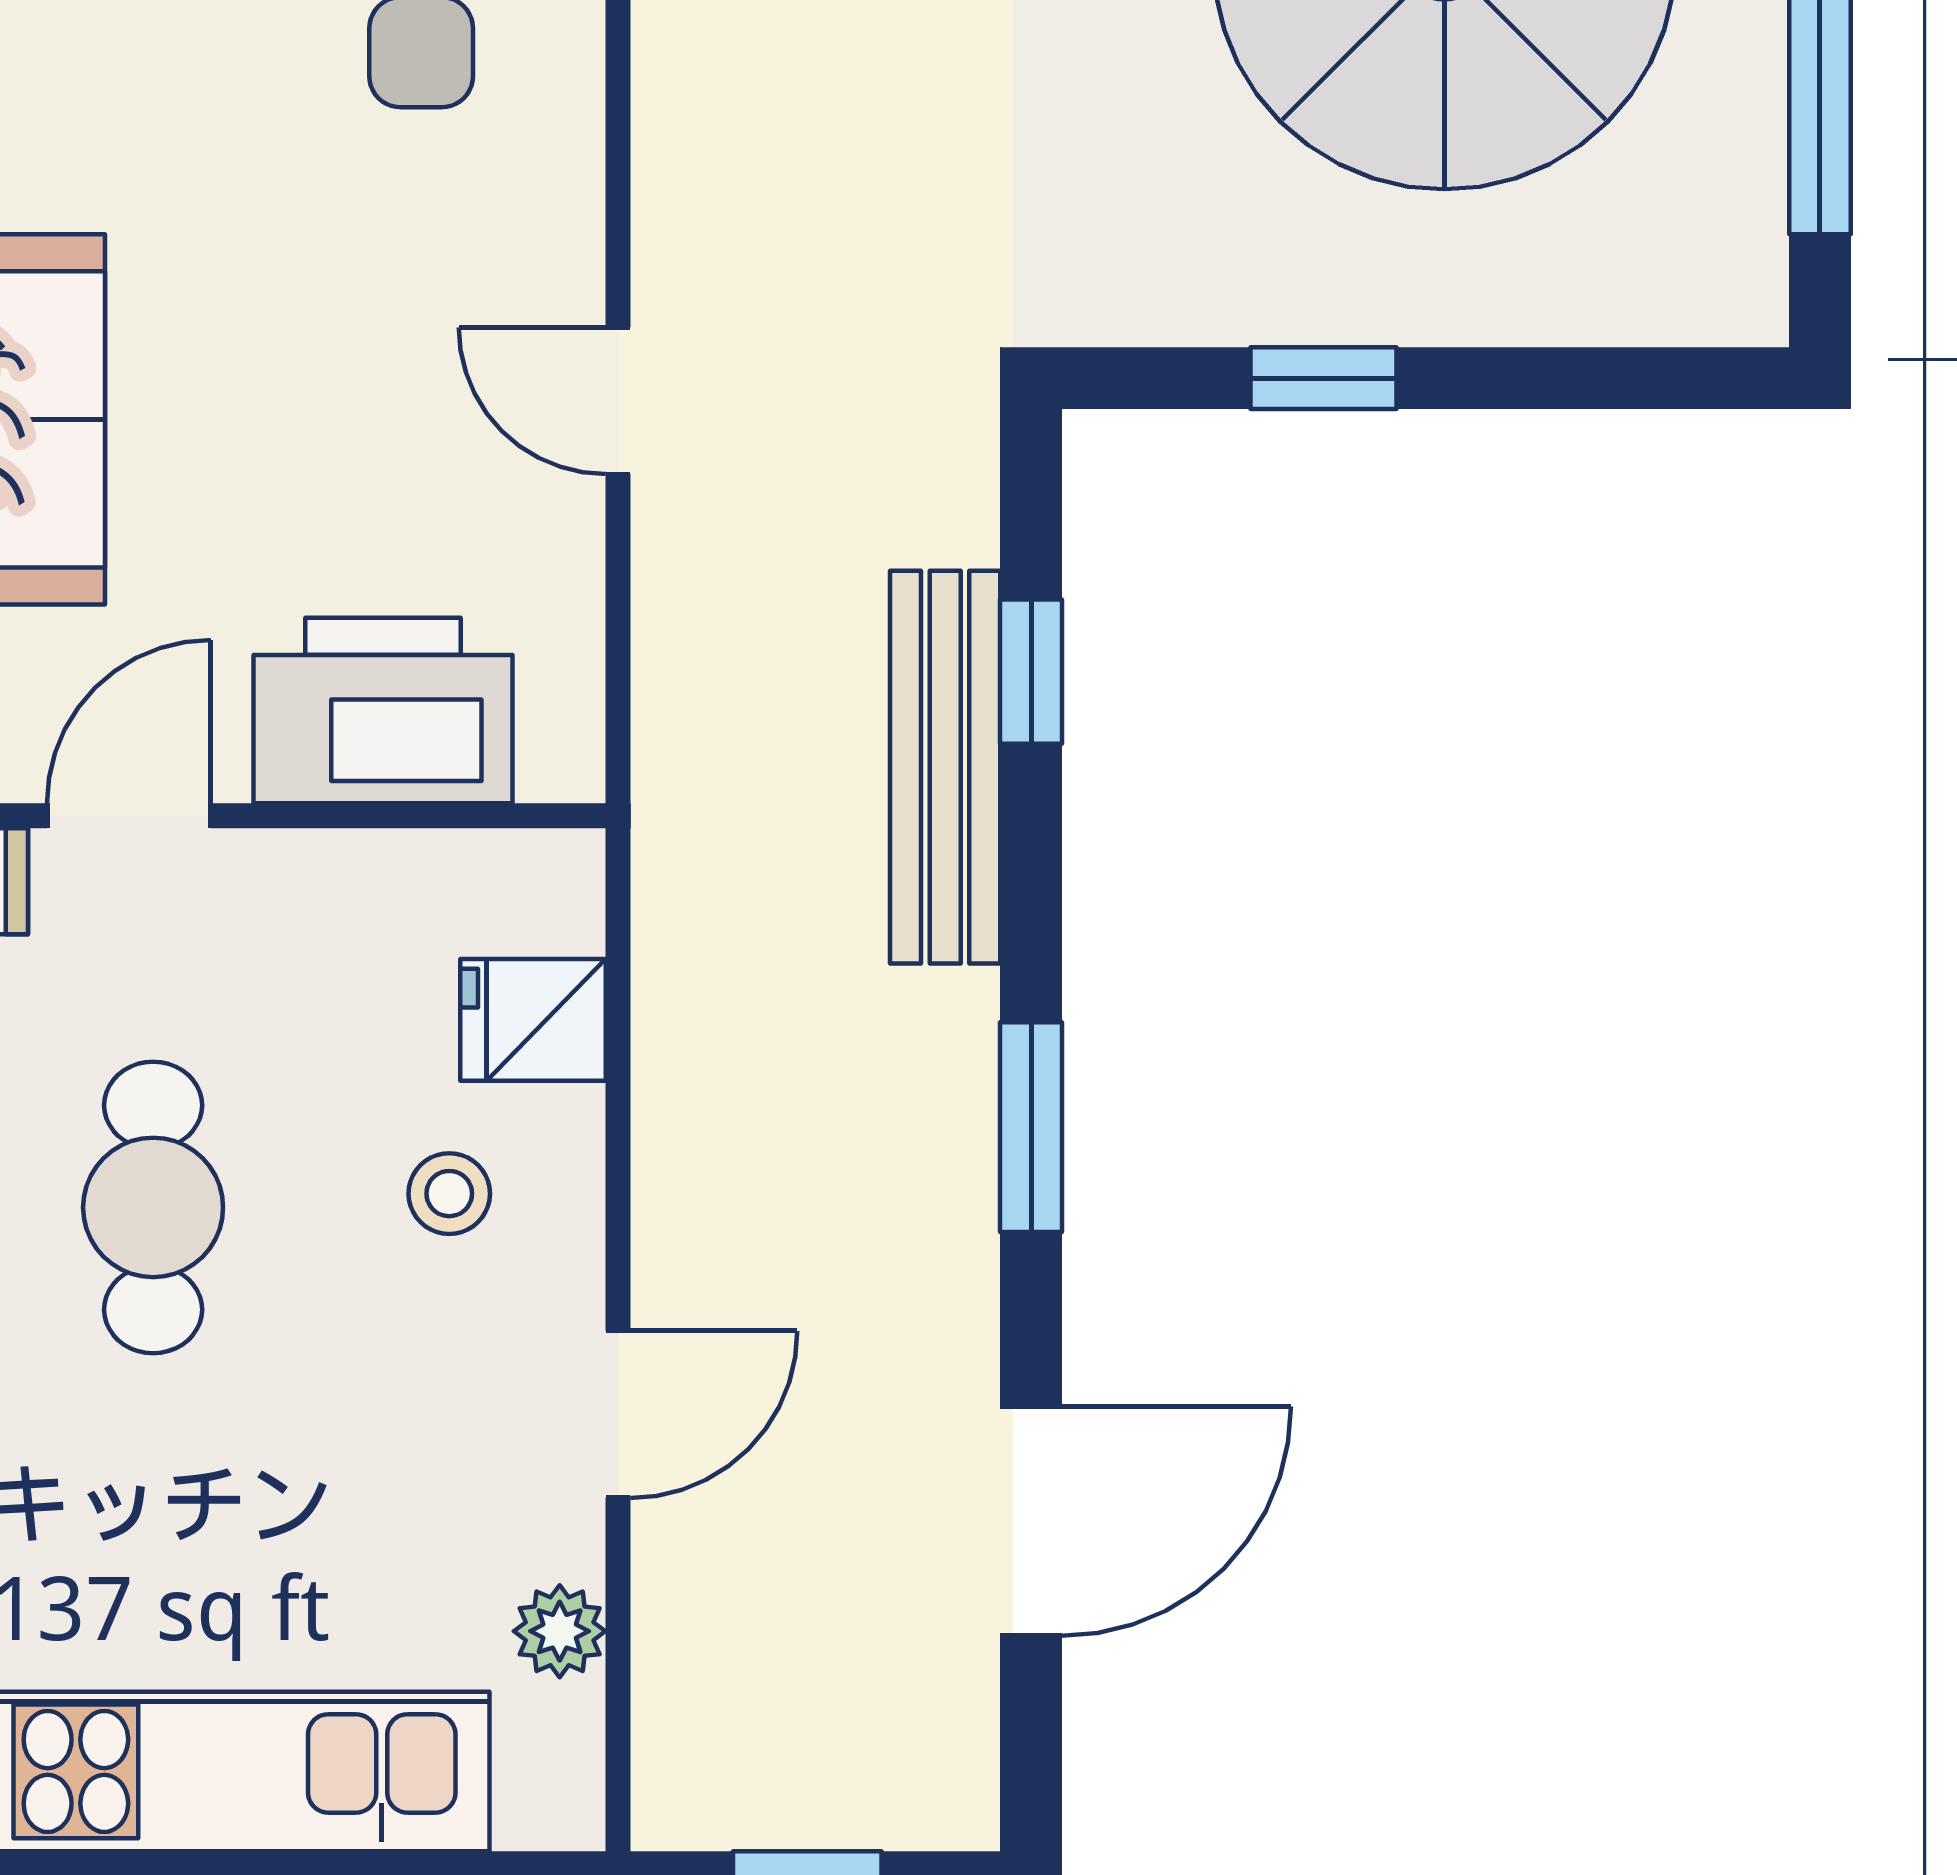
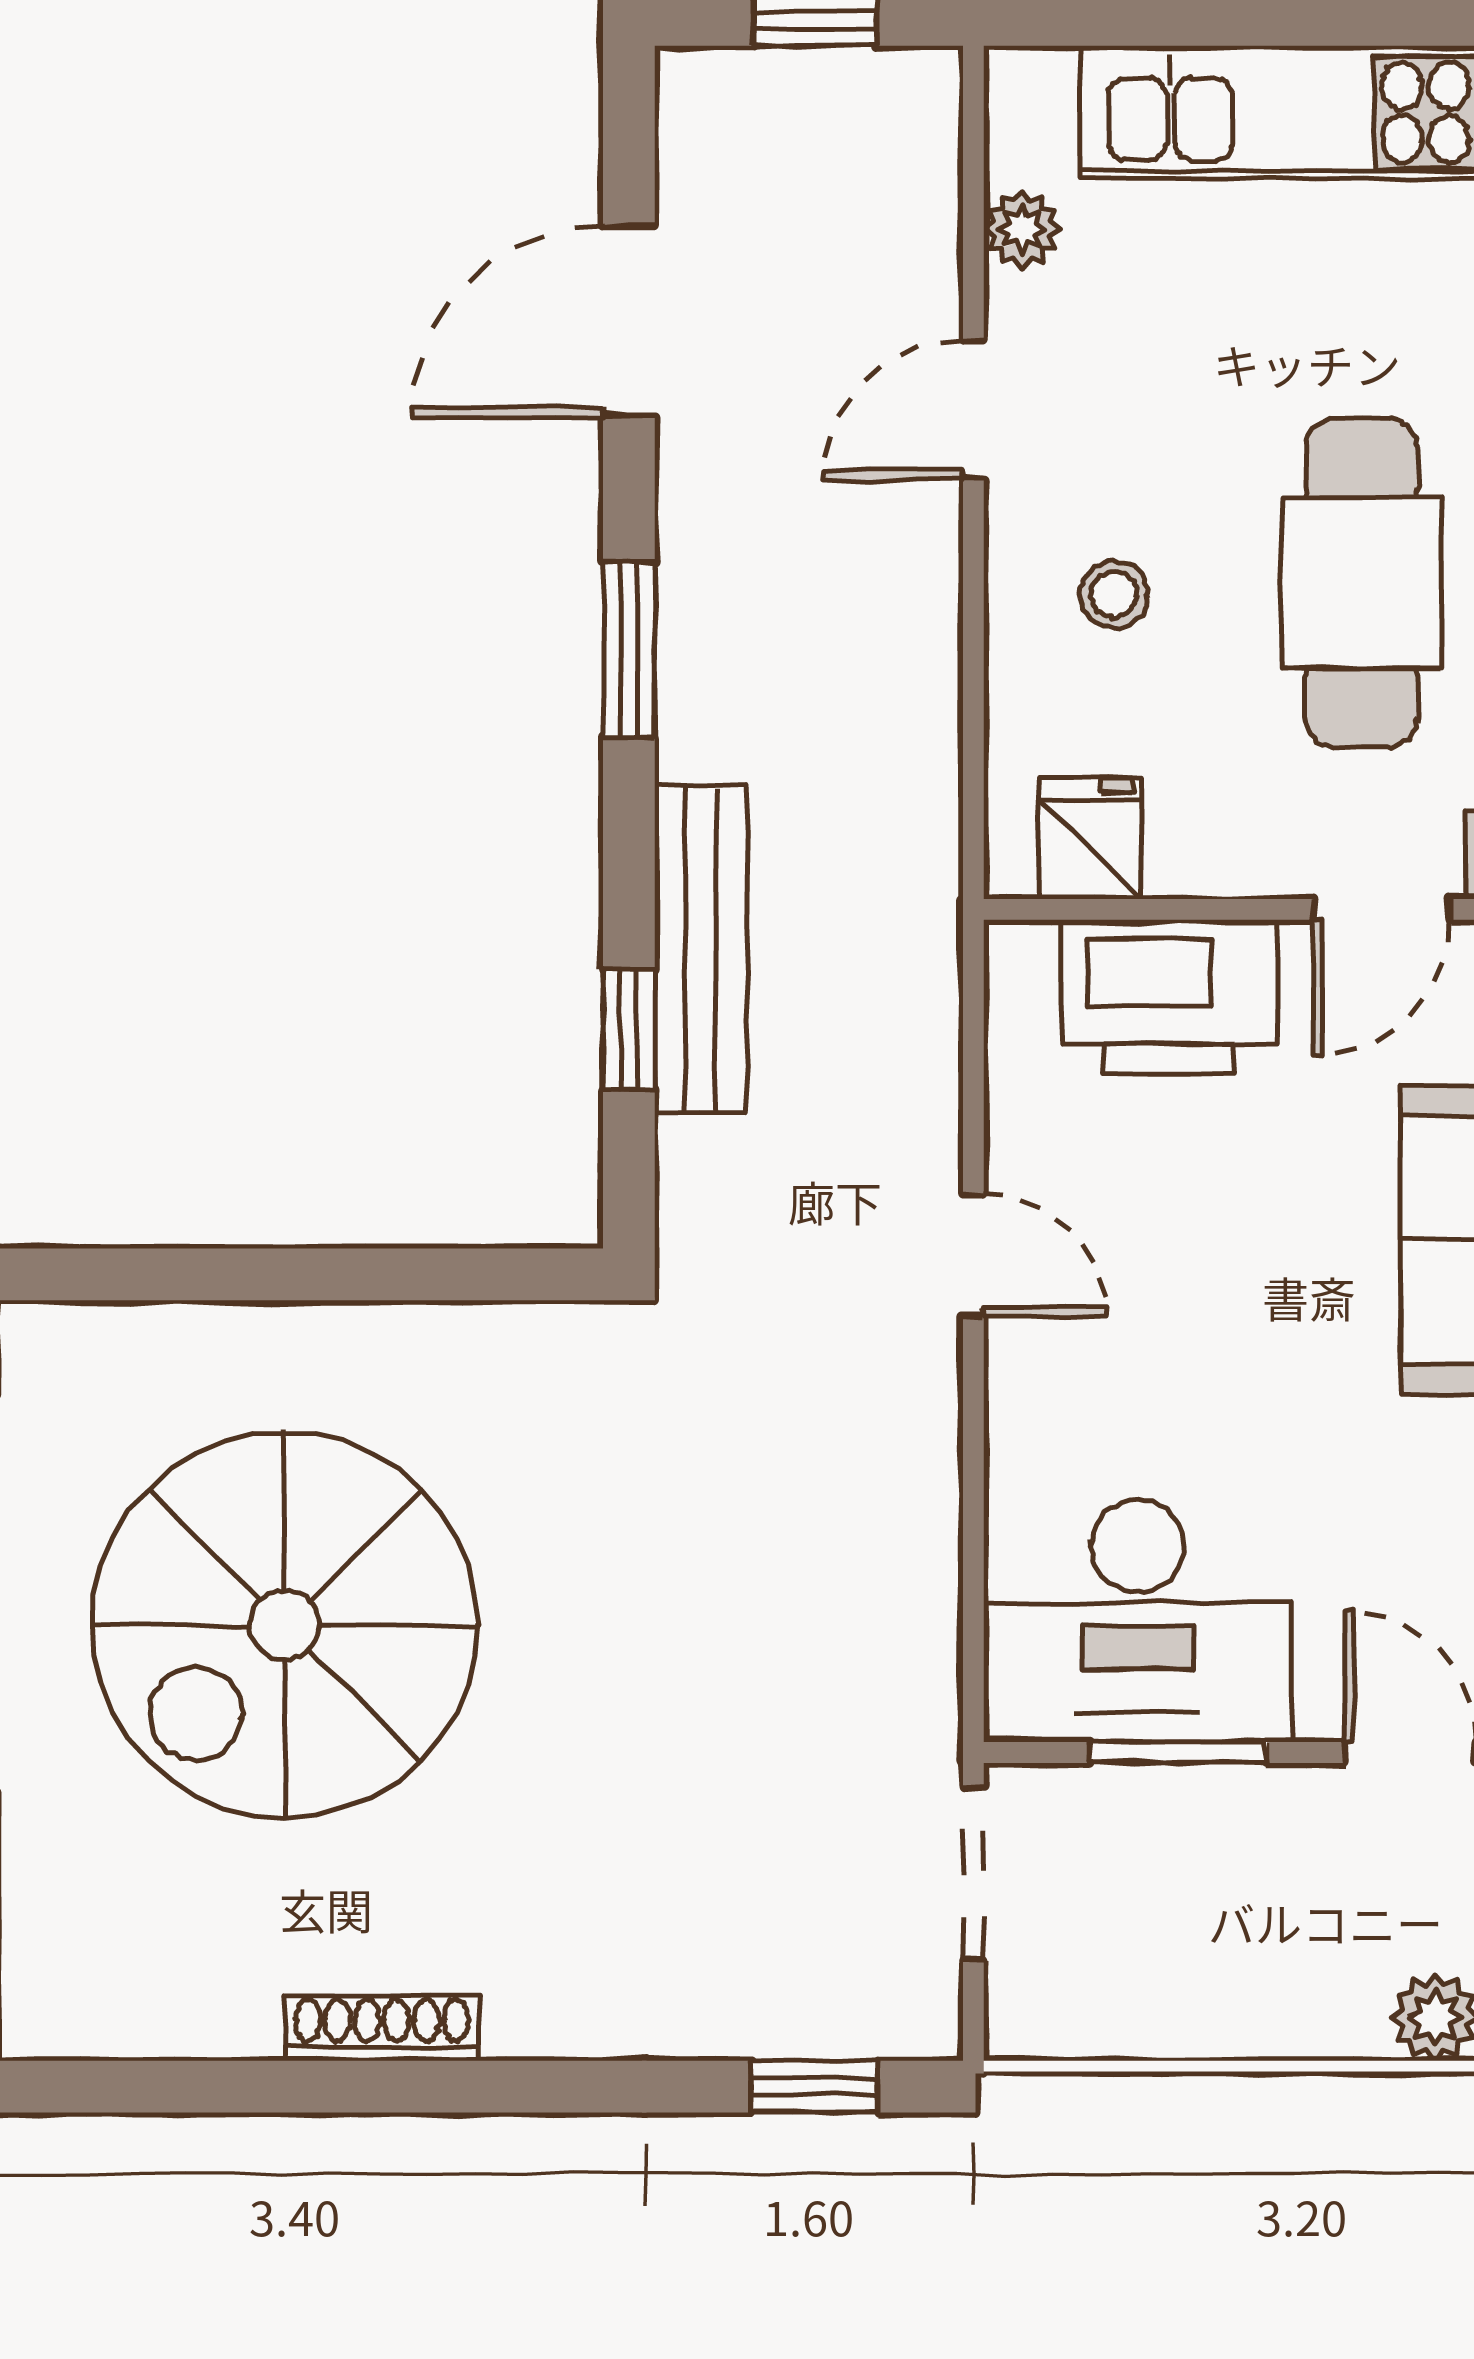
window: (1324, 378) -> (385, 1274), removed
fridge: (533, 1020) -> (1091, 839), moved, turned -90
cafe table: (153, 1207) -> (1361, 583), width x1.37, depth x1.35

